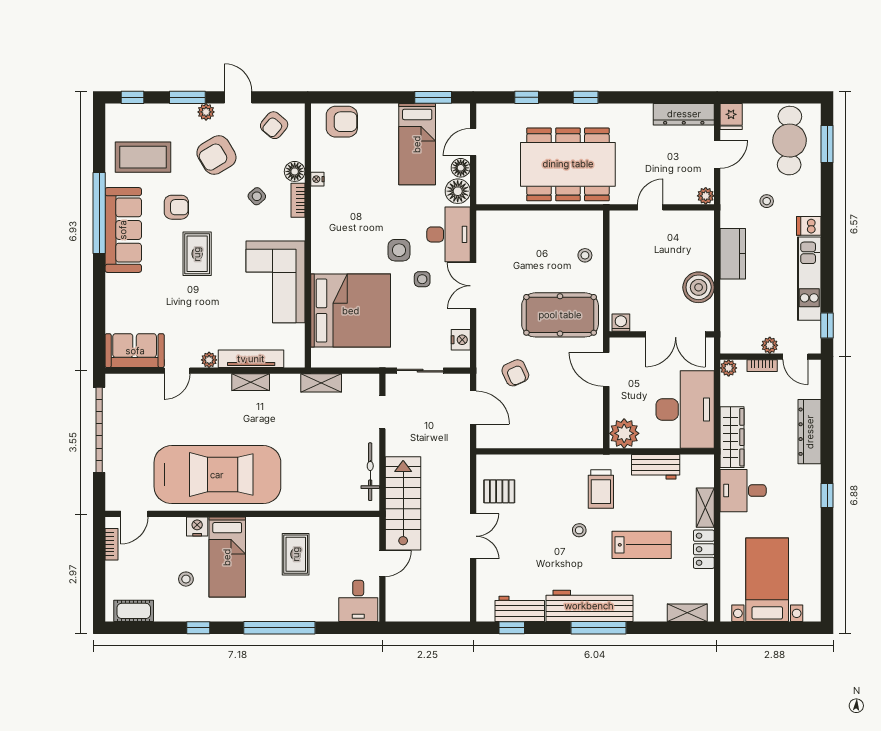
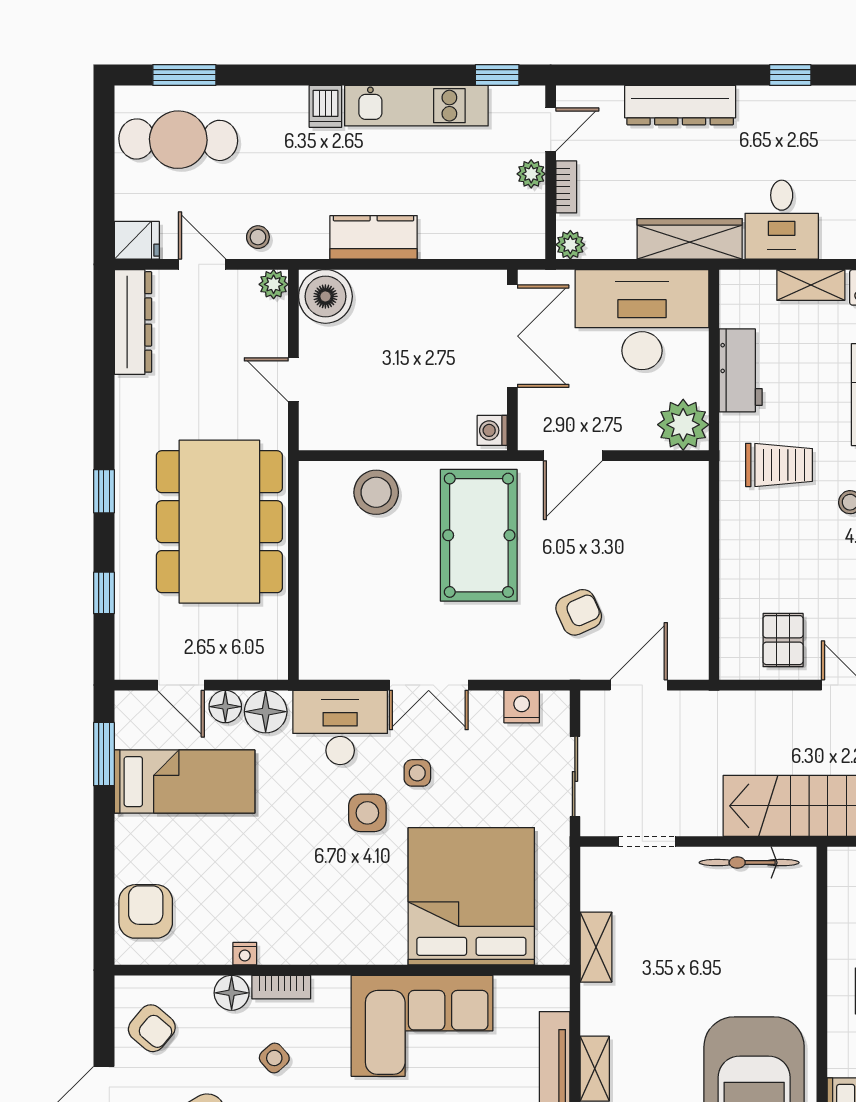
stool: (767, 201) -> (258, 237), moved
stool: (585, 255) -> (376, 492), width x1.89, depth x1.89
boiler: (699, 287) -> (325, 296), moved

